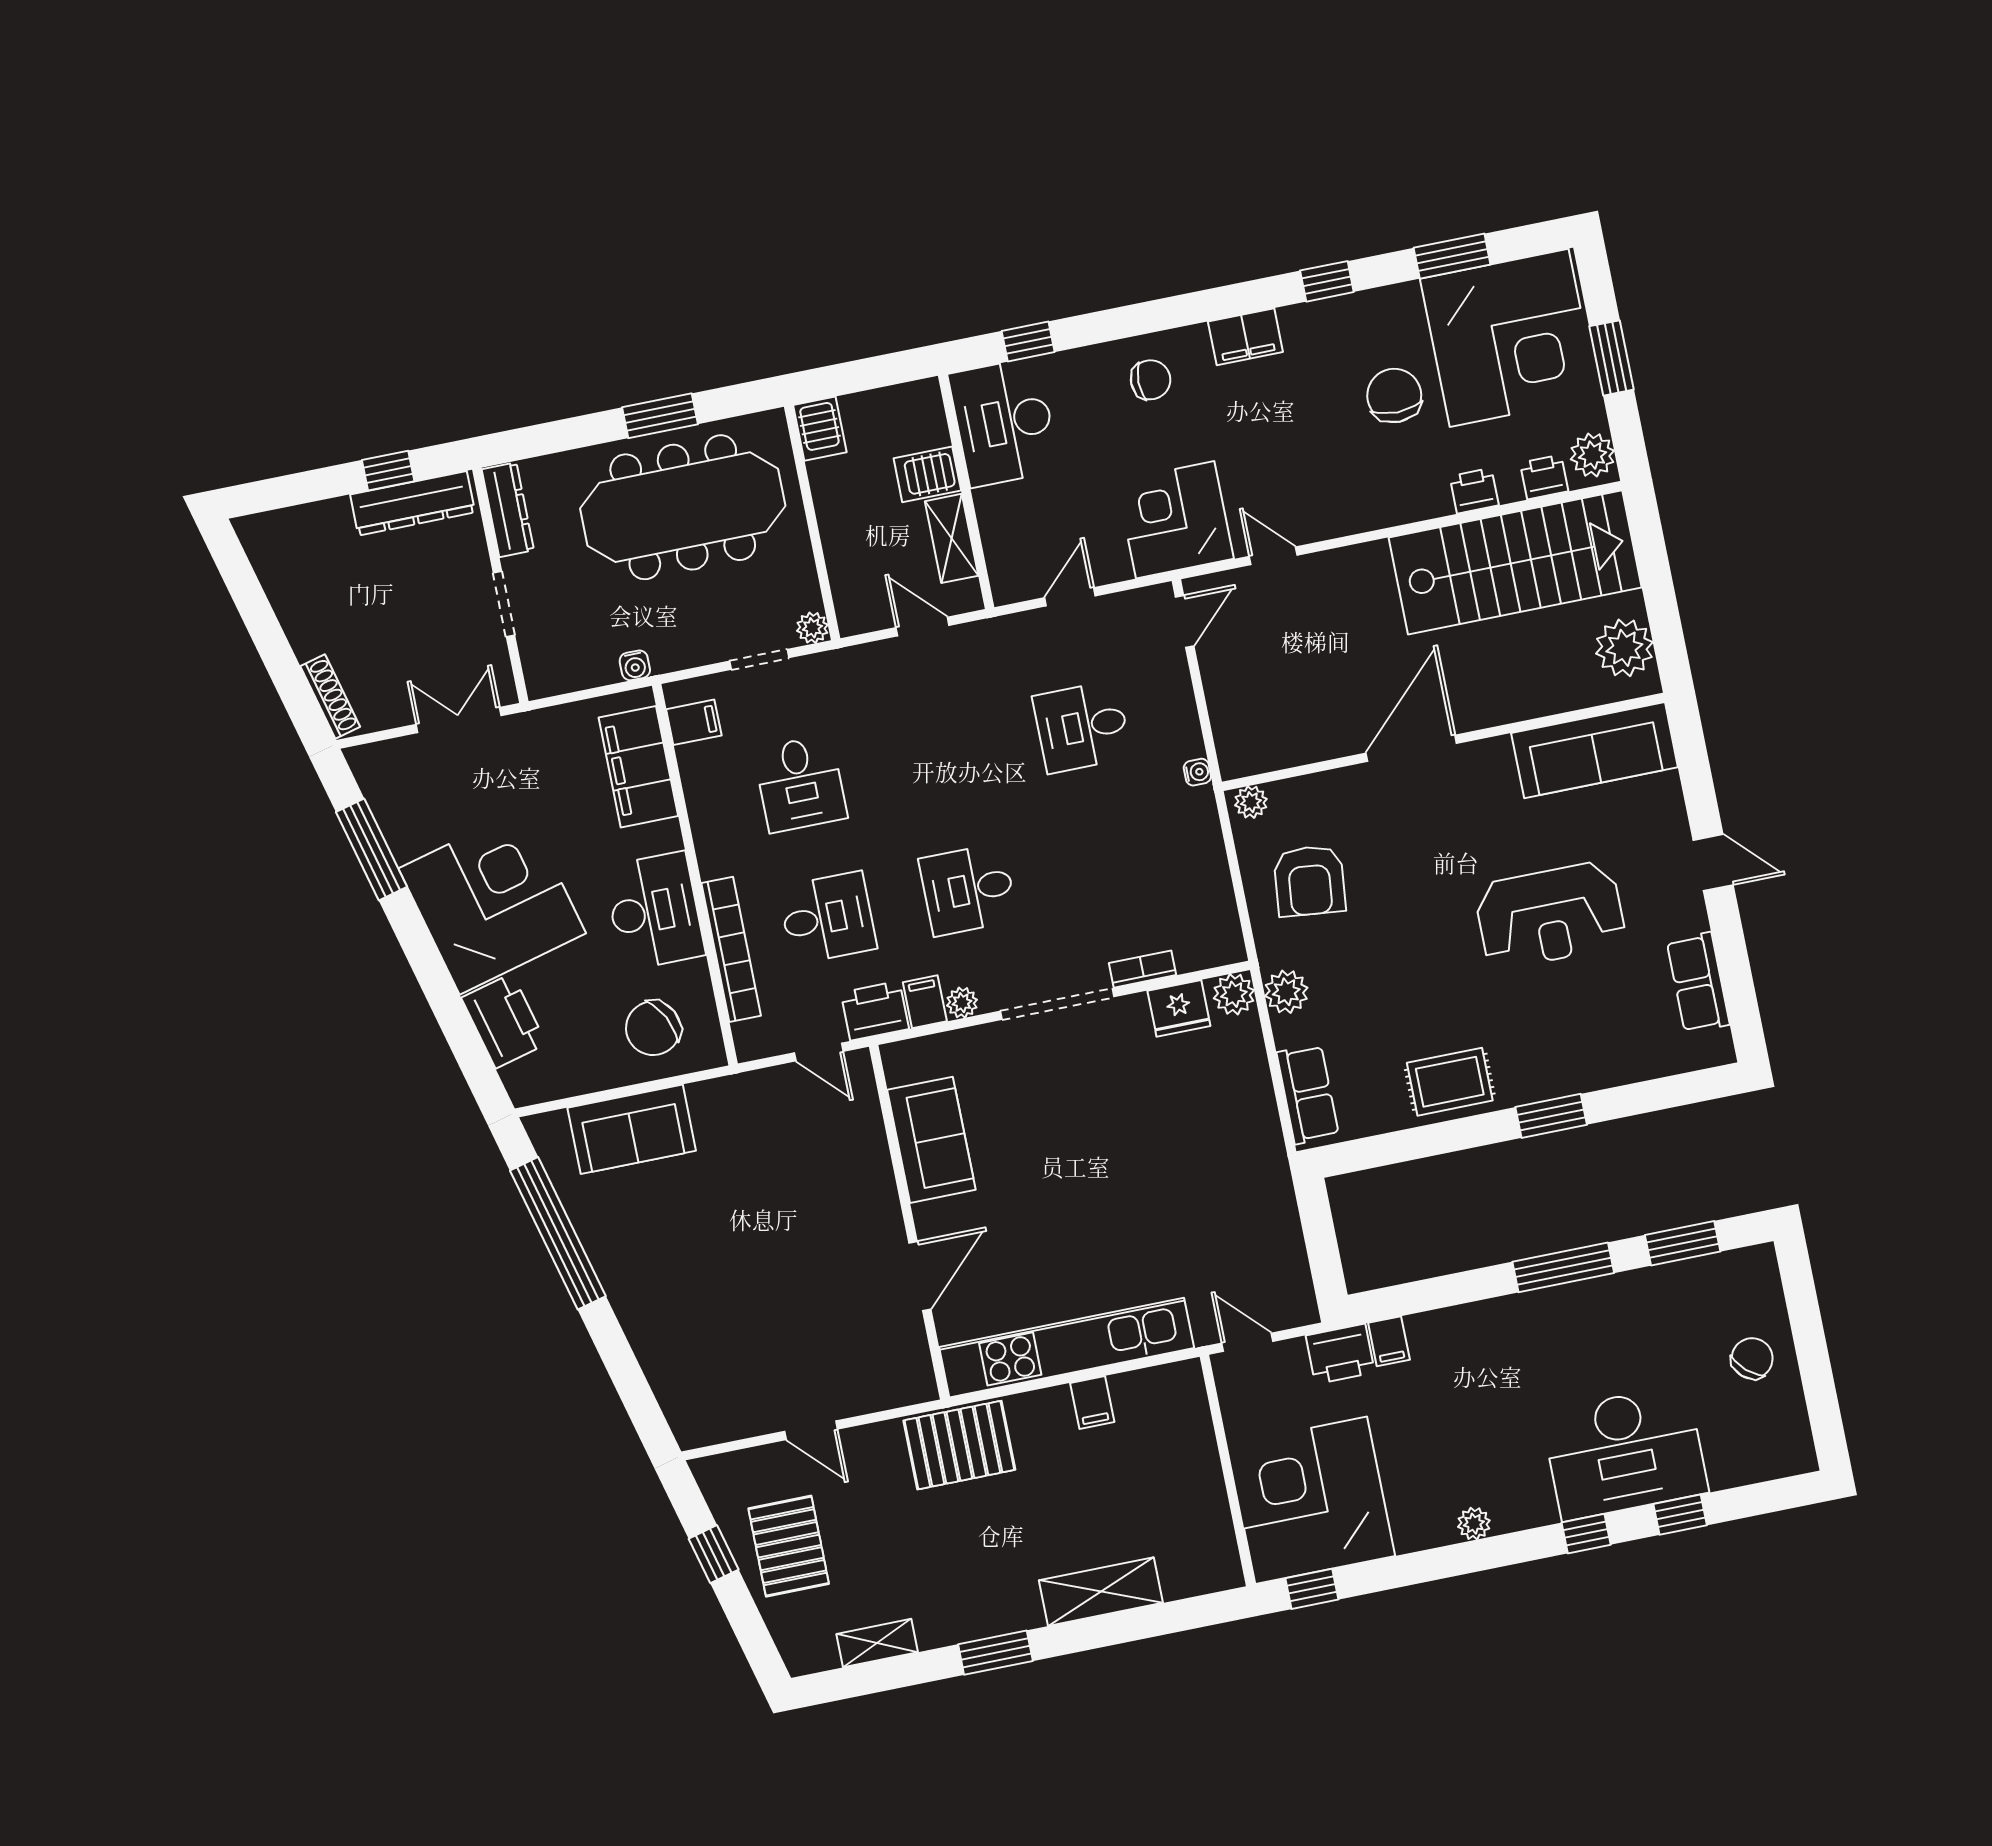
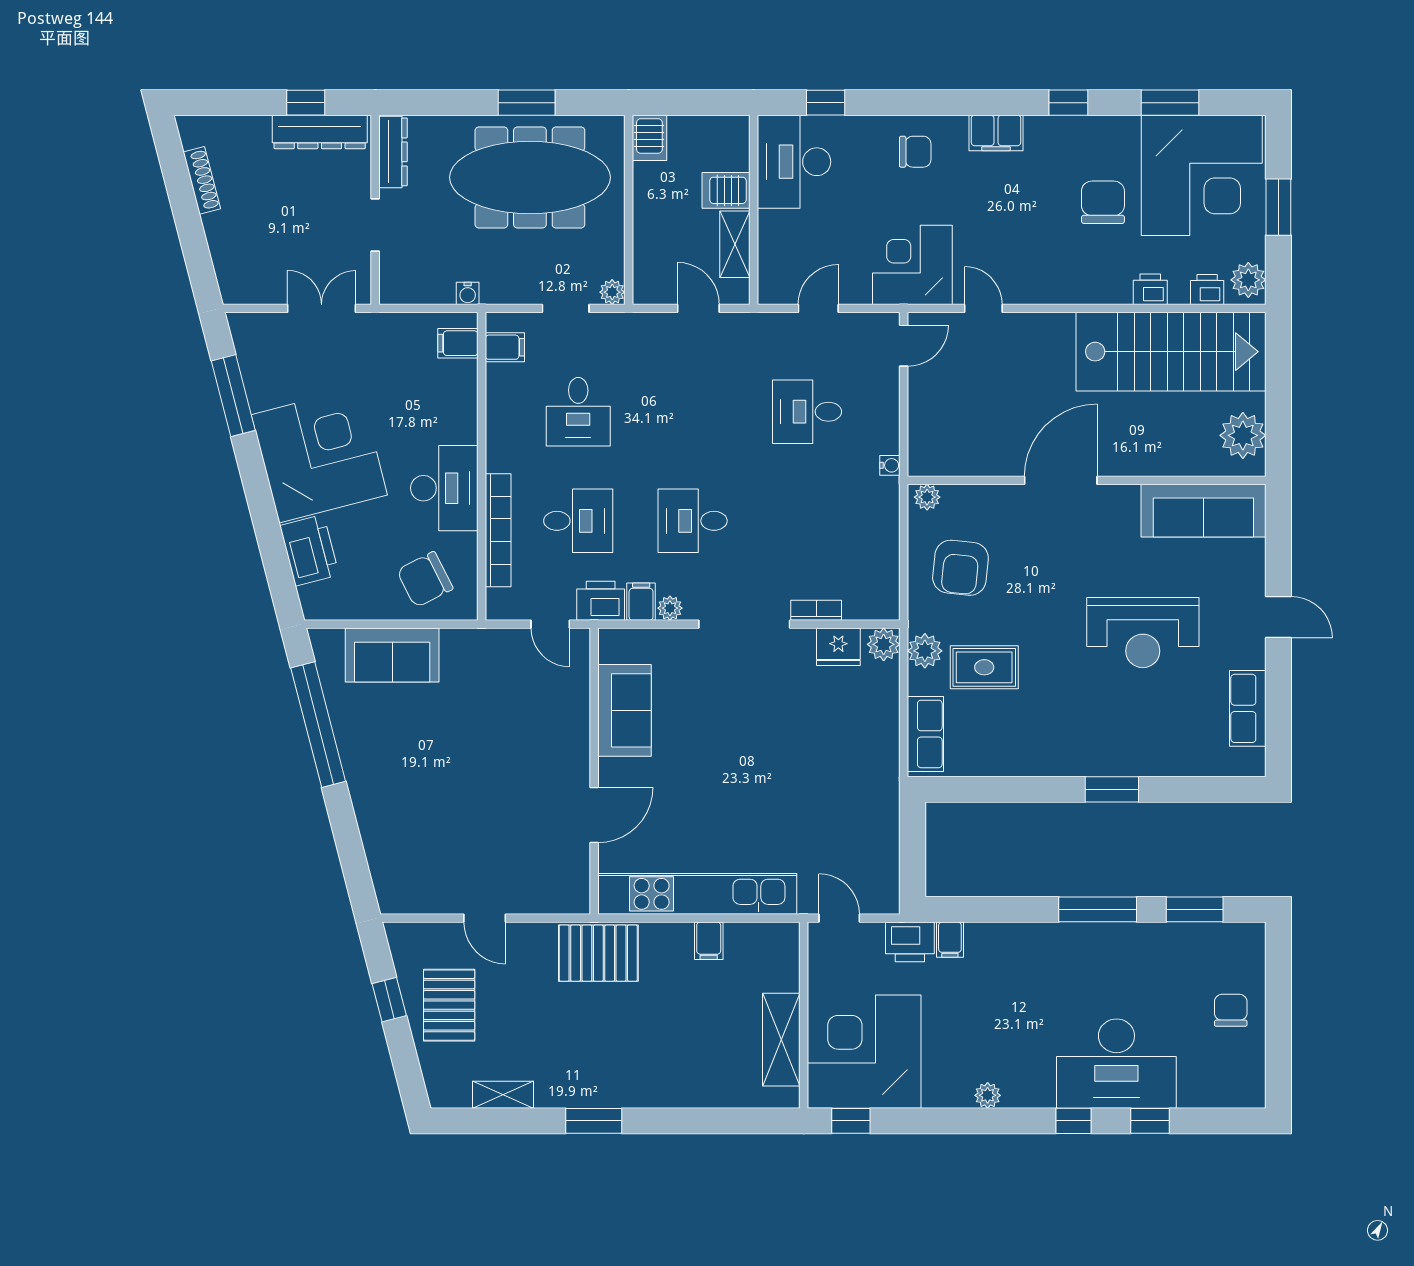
shoe rack: (330, 697) -> (202, 180), moved
filing cabinet: (638, 767) -> (458, 343), width x0.33, depth x0.86
rug: (1450, 1082) -> (984, 667), moved
chair: (1752, 1358) -> (1231, 1010), turned -42
shelving: (1101, 1592) -> (781, 1040), moved, turned 90

